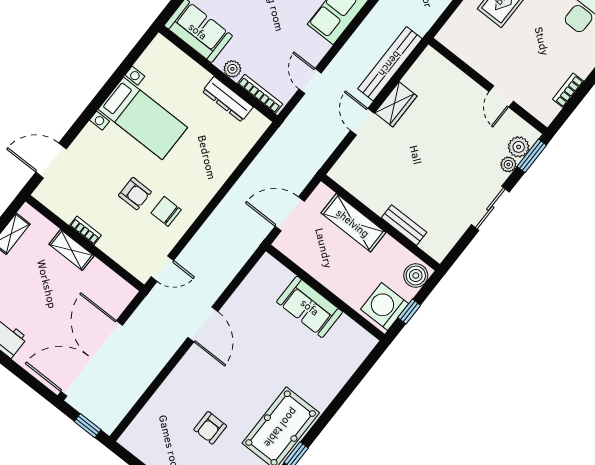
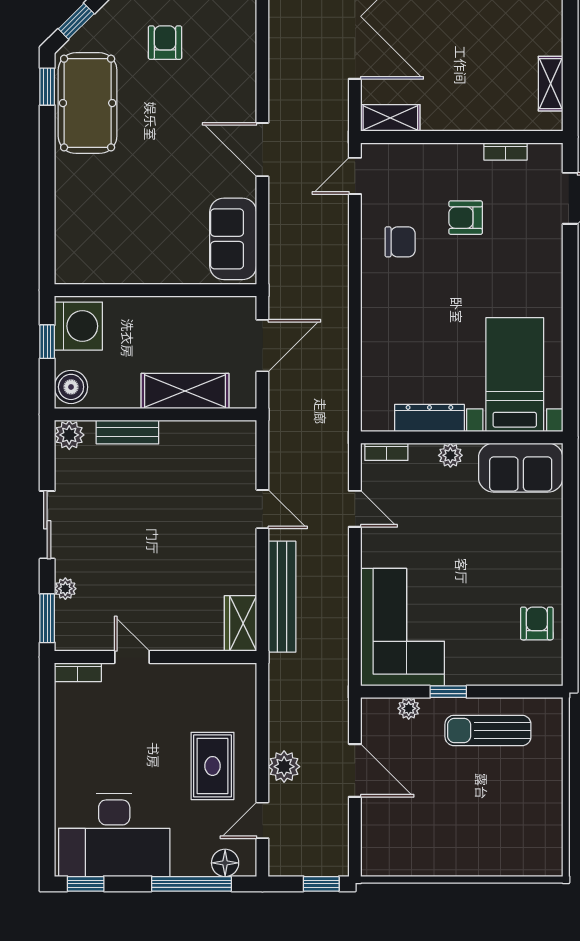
bookcase: (568, 90) -> (78, 672), moved, turned 90
bookcase: (260, 94) -> (386, 452), width x0.64
wardrobe: (396, 104) -> (241, 623), moved
bed with nightstands: (143, 118) -> (515, 375), moved, turned 90
plant: (519, 147) -> (69, 435), moved
armchair: (135, 194) -> (466, 218), moved
bookcase: (85, 230) -> (506, 151), moved
shelving: (71, 250) -> (390, 118), moved
sofa: (310, 307) -> (233, 239), moved, turned -90

